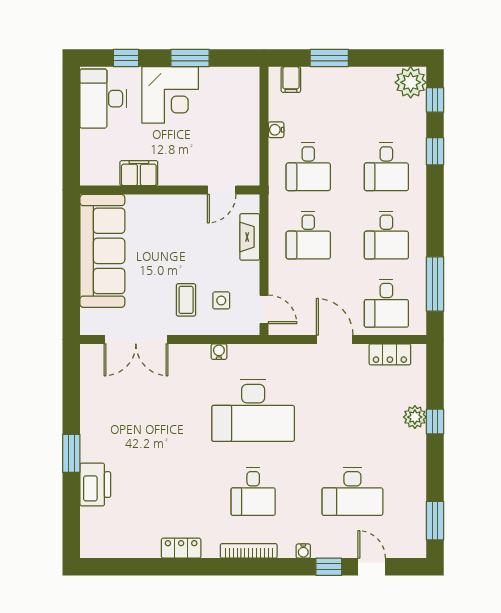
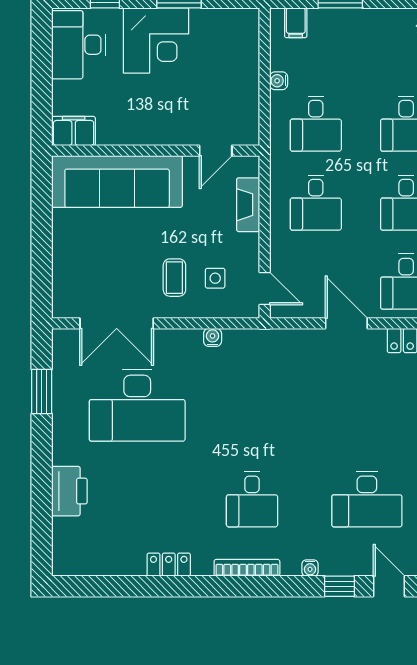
filing cabinet: (139, 173) -> (74, 131), moved
sofa: (102, 251) -> (117, 181), moved, turned 90
desk: (253, 410) -> (137, 405), moved
window: (71, 453) -> (42, 391), moved

